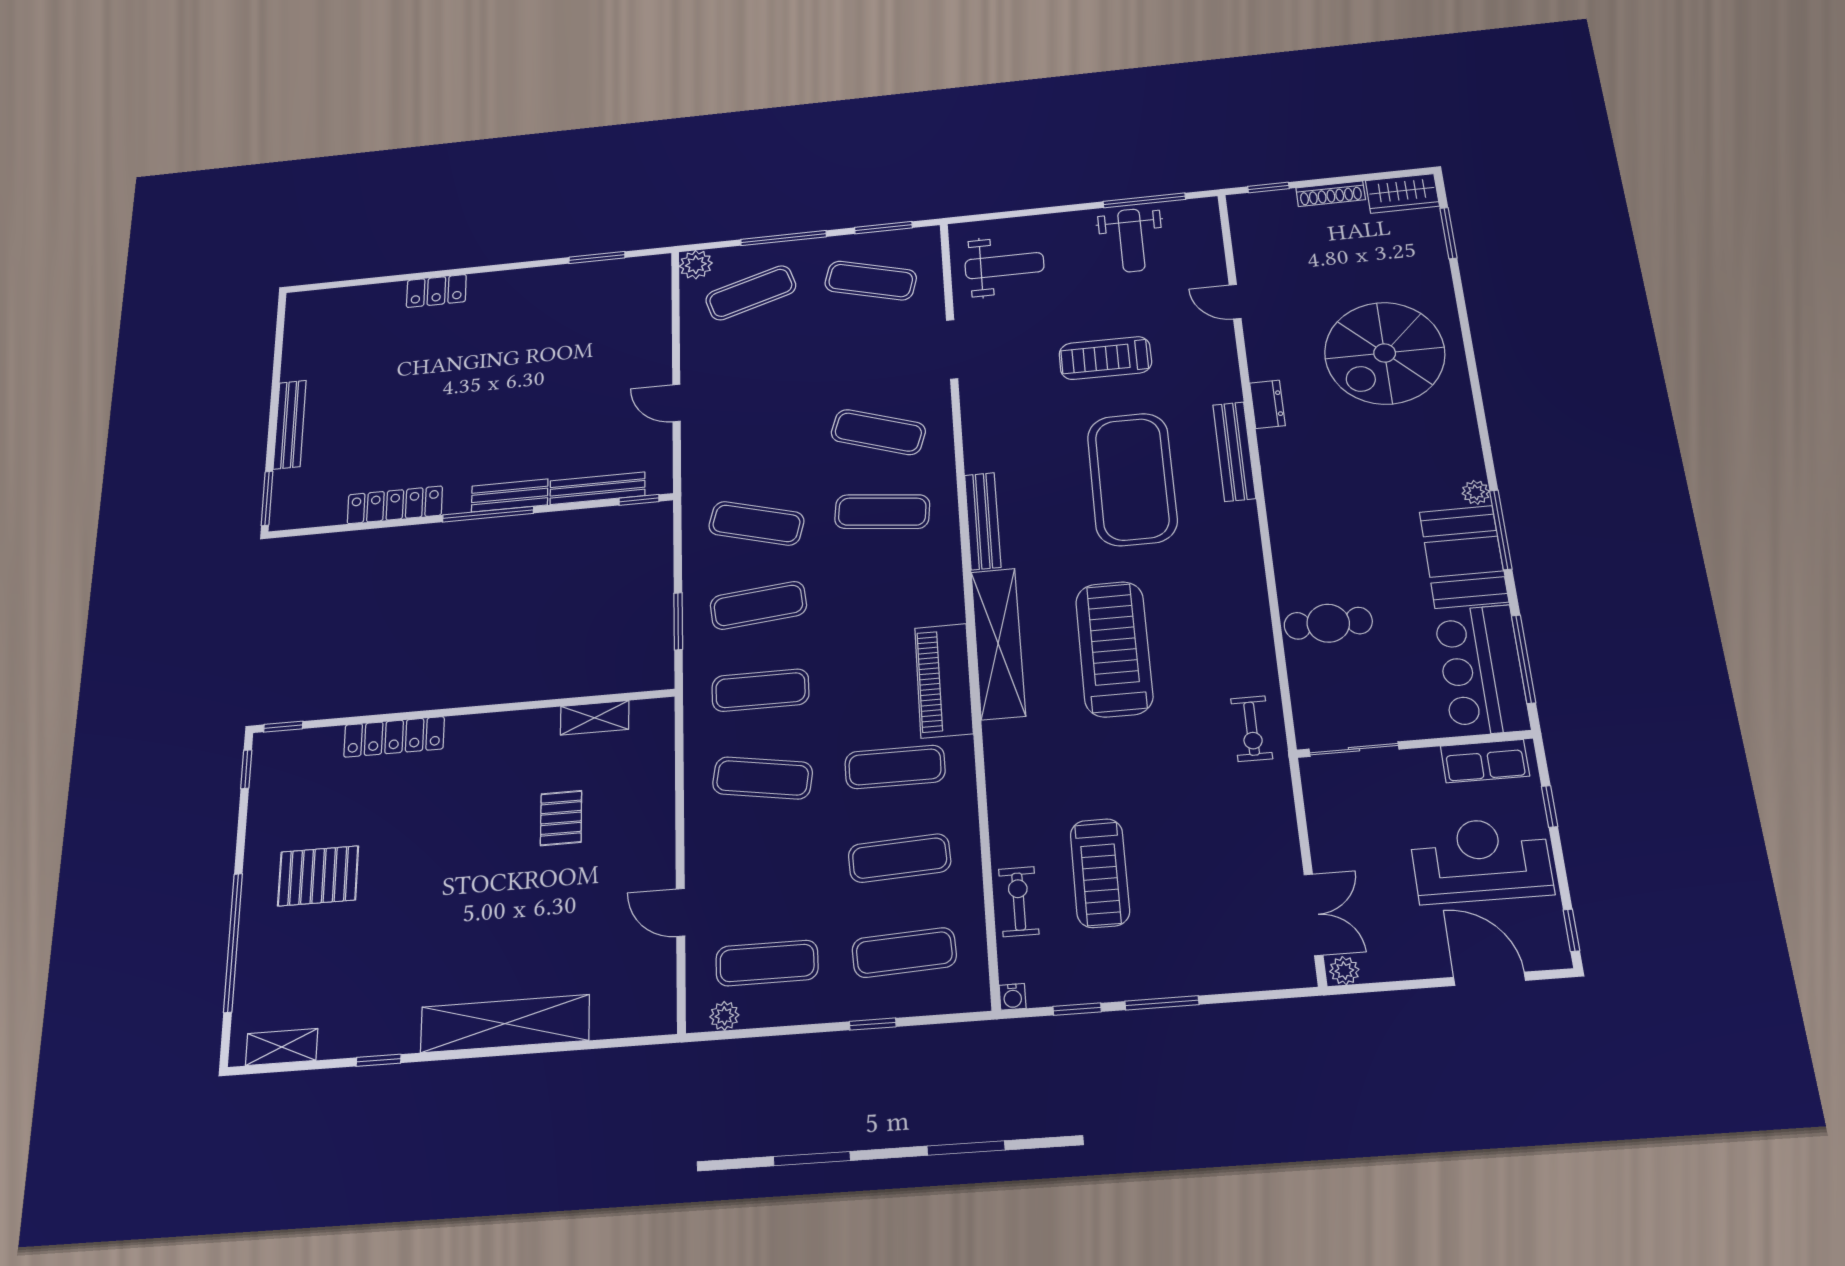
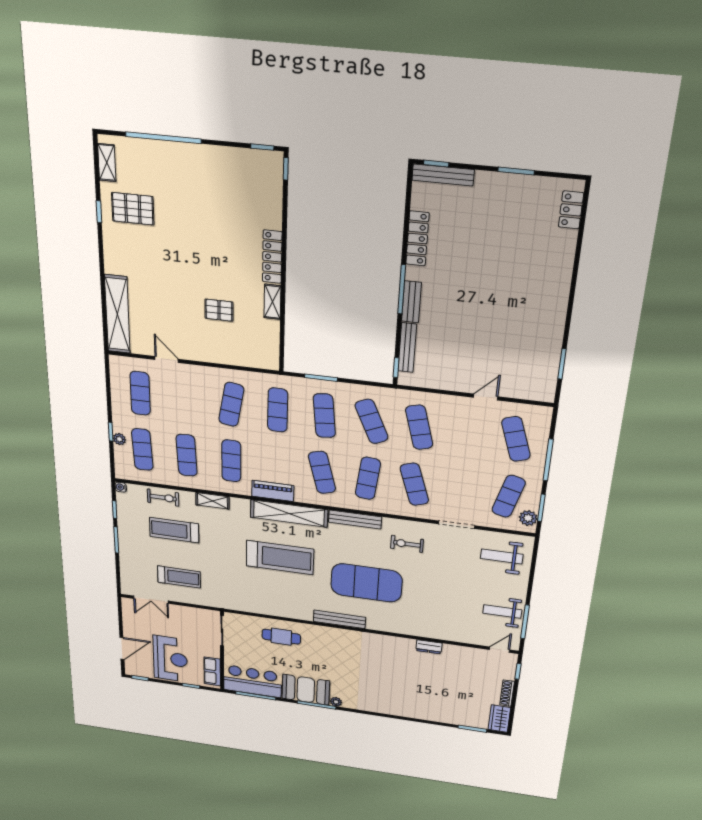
plant: (696, 265) -> (528, 518), moved
weight bench: (1004, 266) -> (502, 556), turned 90
locker: (436, 291) -> (571, 210), moved
door: (1235, 302) -> (499, 650), moved
spiral stairs: (1385, 353) -> (413, 690), removed
treadmill: (1105, 358) -> (179, 577), moved, turned 90
window: (276, 386) -> (516, 171), added
door: (676, 403) -> (486, 397), moved
dresser: (1267, 404) -> (429, 647), moved
bench: (290, 425) -> (443, 175), moved
exercise mat: (878, 432) -> (414, 484), turned -36
exercise mat: (754, 444) -> (419, 427), added
bench: (1234, 451) -> (339, 619), moved
window: (267, 498) -> (436, 163), width x0.67
exercise mat: (756, 523) -> (372, 421), turned -39
exercise mat: (886, 594) -> (322, 472), added
cafe table: (1328, 623) -> (281, 637), turned 90
piano: (944, 680) -> (273, 491), width x0.73, depth x0.75
shelving: (595, 718) -> (272, 302), moved
exercise bike: (1252, 729) -> (407, 544), moved
locker: (394, 737) -> (272, 257), moved
shelving: (1003, 797) -> (212, 501), added
pallet: (318, 876) -> (133, 209), moved, turned 90
door: (680, 912) -> (167, 359), hinge flipped
plant: (1344, 971) -> (127, 604), removed
plant: (724, 1016) -> (119, 439), moved
shelving: (505, 1024) -> (117, 314), moved

